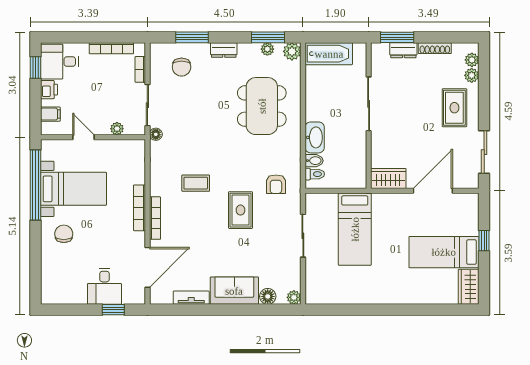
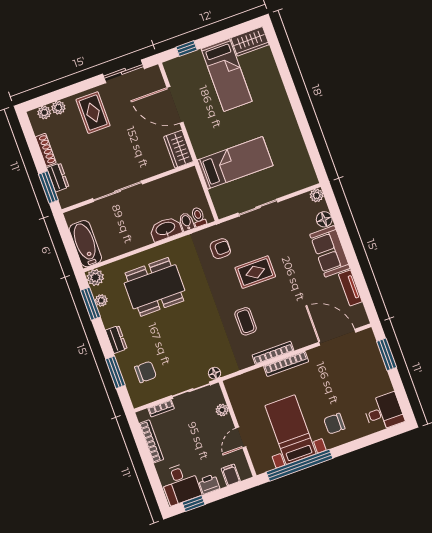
rug: (454, 108) -> (93, 113), turned 90
bookcase: (155, 218) -> (273, 353), moved
window: (484, 241) -> (187, 49), moved
desk: (105, 286) -> (384, 412), moved
window: (113, 310) -> (387, 354), width x1.50

